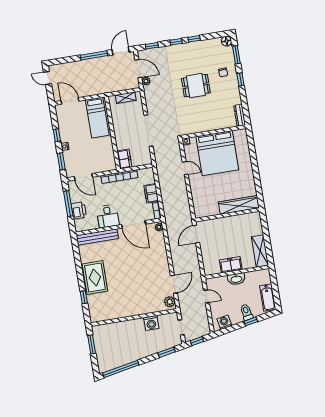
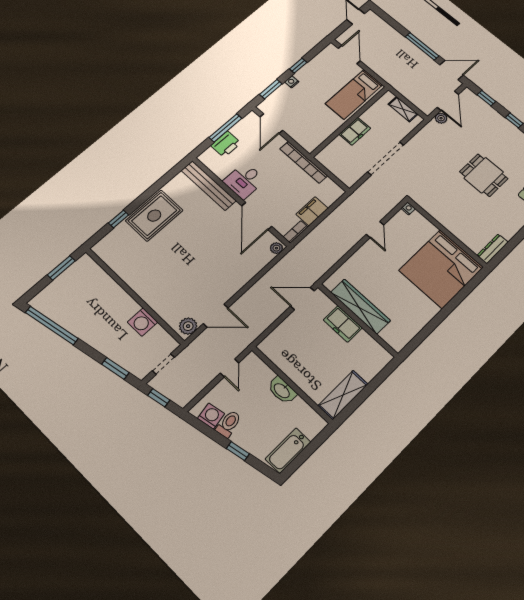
bed: (217, 153) -> (441, 269), moved
freezer: (124, 159) -> (355, 131), moved
wardrobe: (239, 205) -> (360, 306), moved
freezer: (231, 265) -> (343, 324), moved, turned 180
toilet: (246, 312) -> (229, 424), moved

